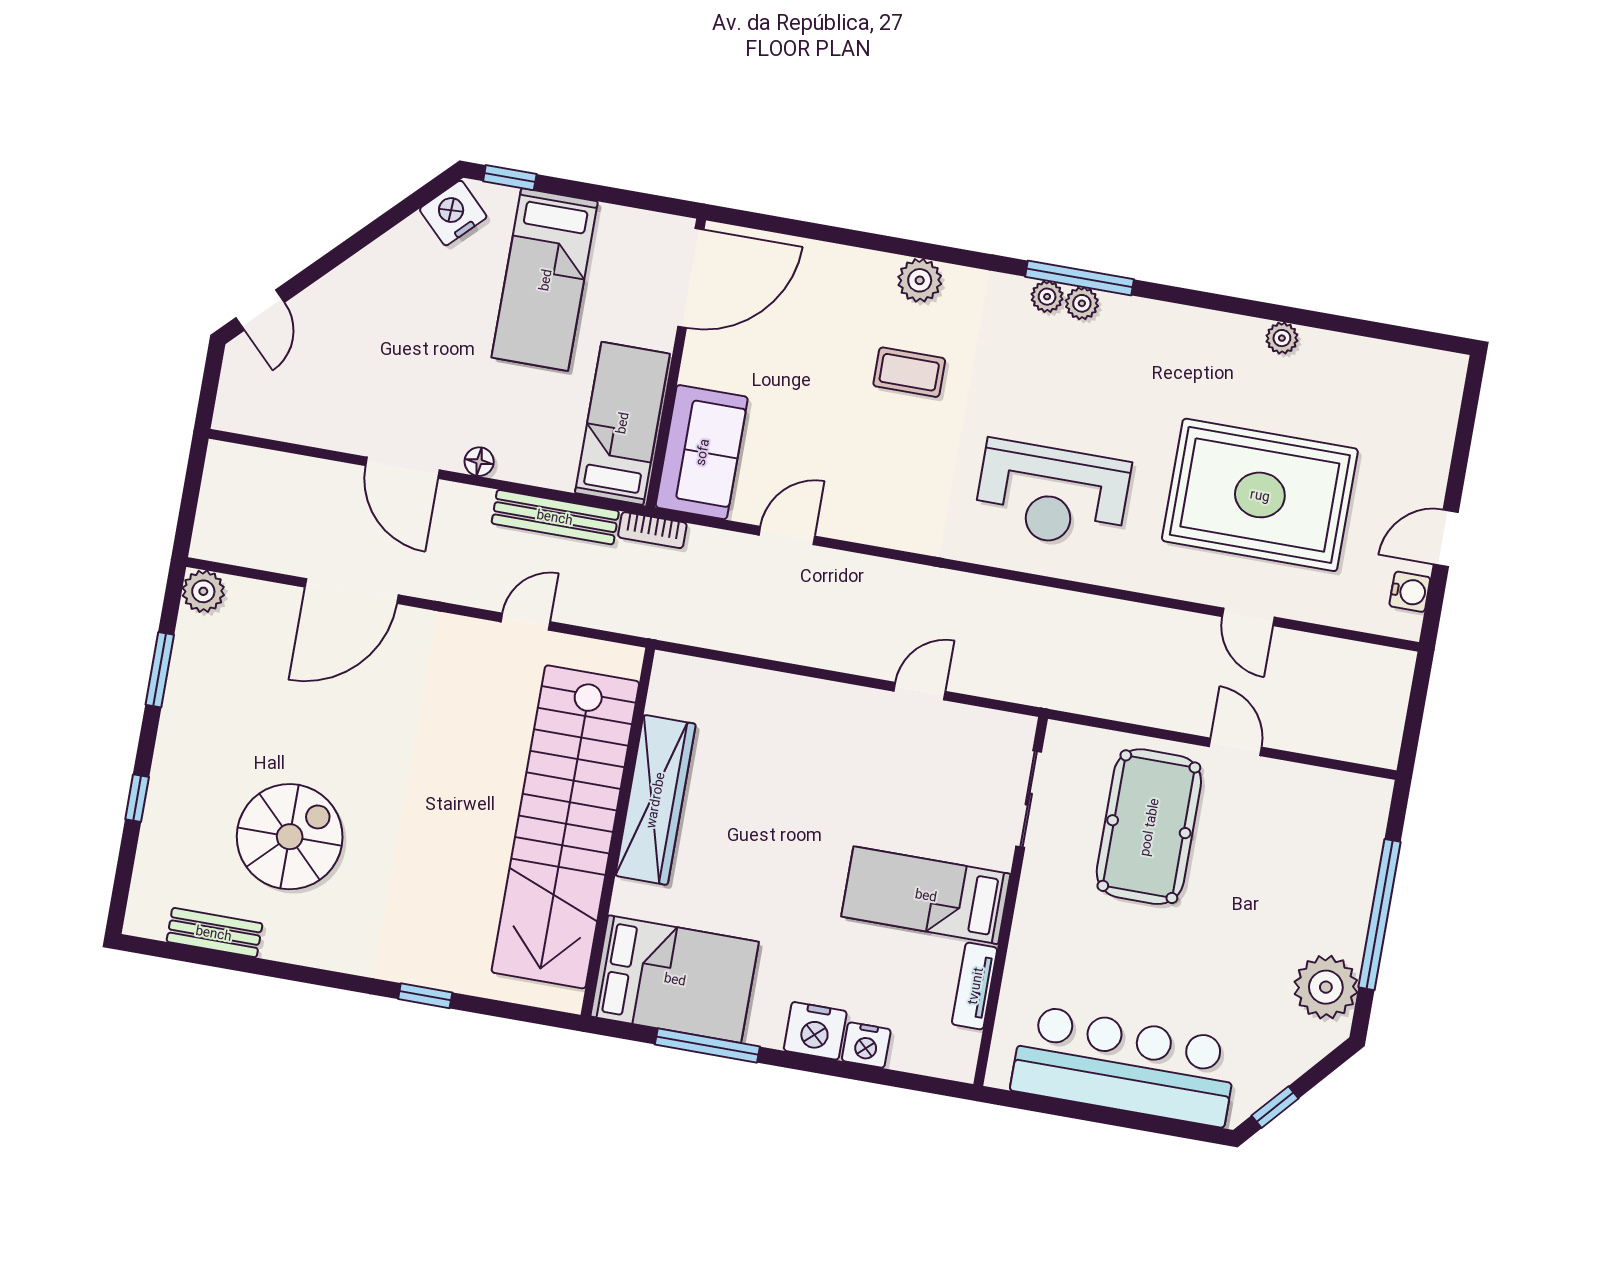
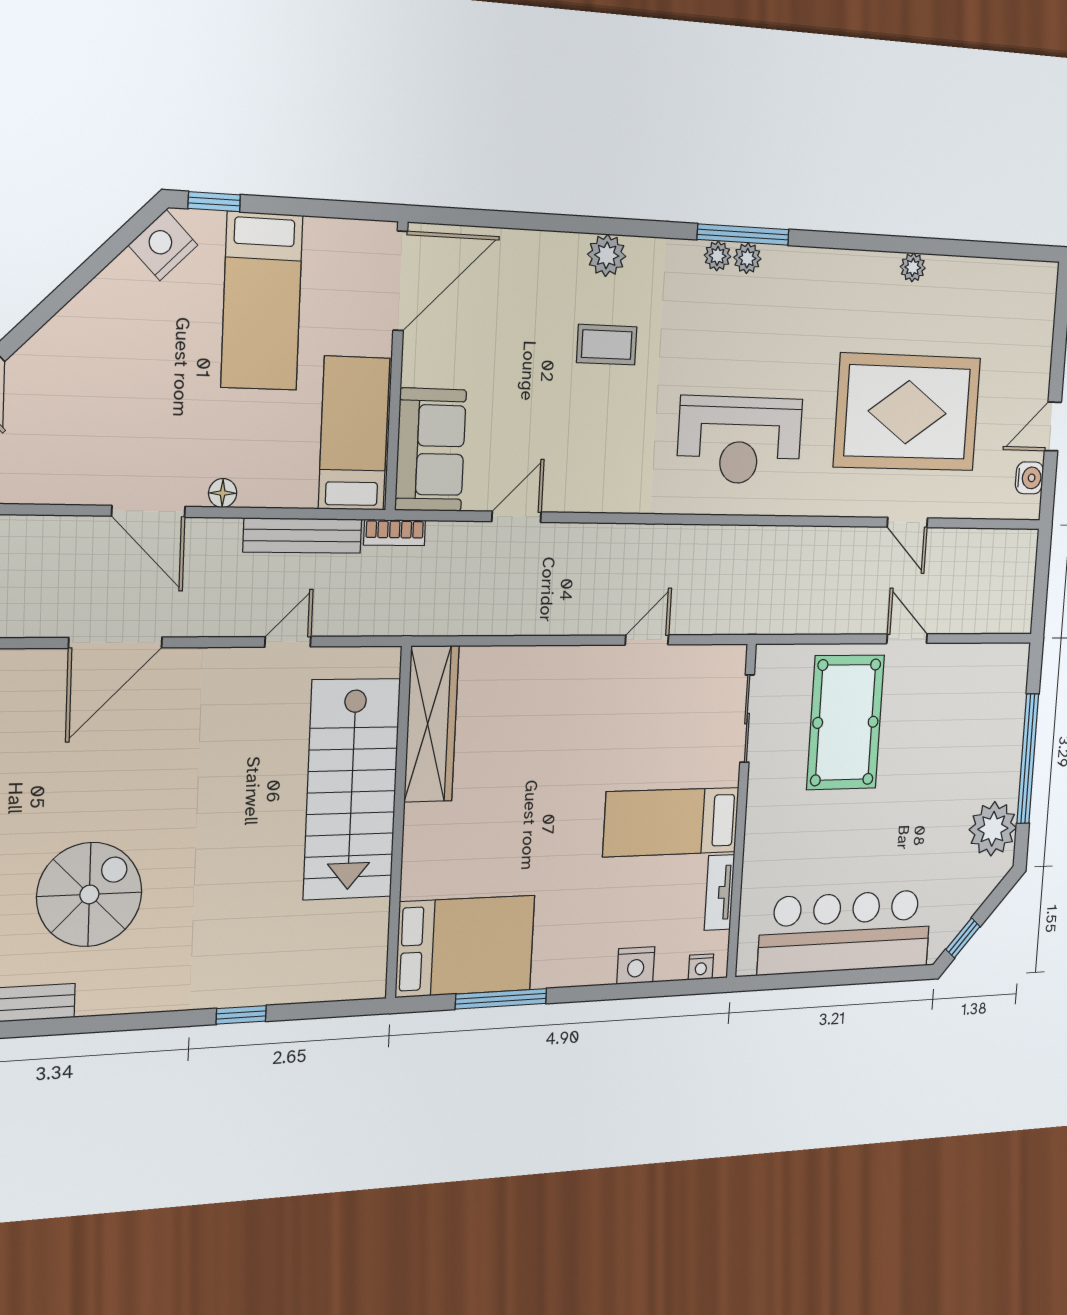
wardrobe: (655, 800) -> (431, 724), moved
stairs: (565, 827) -> (352, 789), width x0.73
nightstand: (815, 1031) -> (701, 967), moved, width x0.53, depth x0.56

